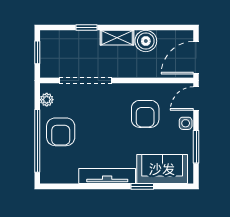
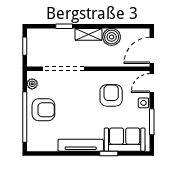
armchair: (145, 114) -> (111, 95), turned 180
armchair: (61, 132) -> (43, 110), turned -90

